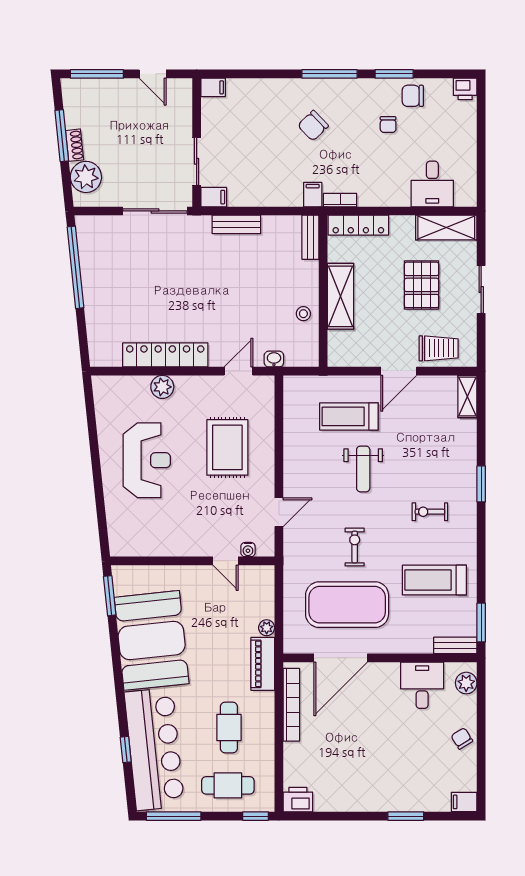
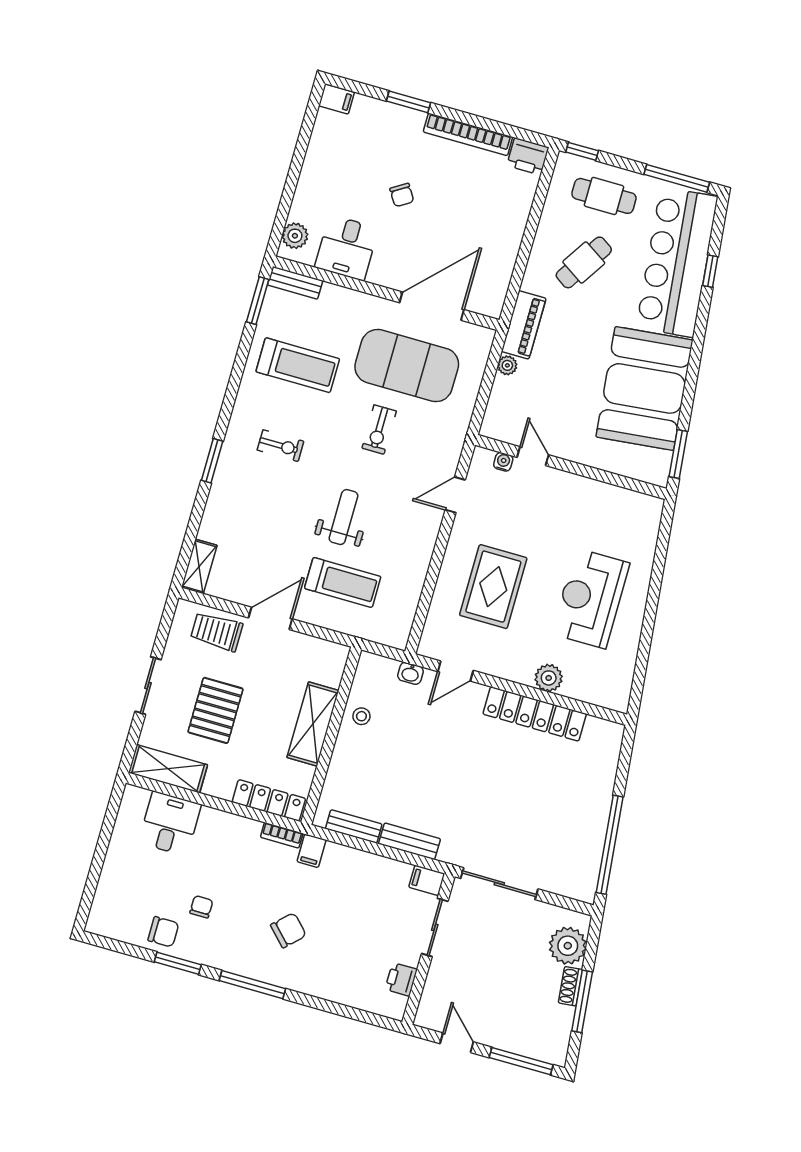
filing cabinet: (213, 87) -> (391, 1007), removed
printer: (465, 89) -> (401, 979), moved, turned -90
bench: (310, 237) -> (354, 826), moved, turned 90
bookcase: (291, 705) -> (468, 134), moved, turned -90
cafe table: (229, 728) -> (584, 262), turned 33
chair: (462, 738) -> (402, 195), moved

